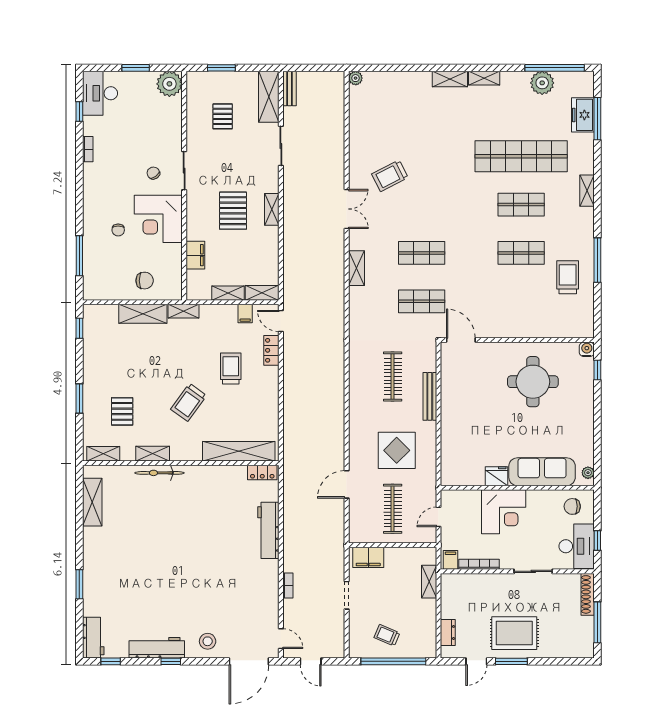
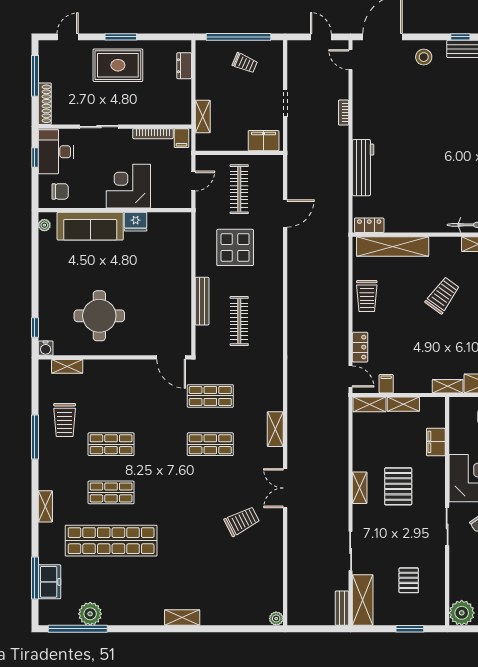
shelving: (484, 78) -> (67, 366), moved
trolley: (231, 368) -> (367, 296), moved
door: (476, 661) -> (68, 37), moved

